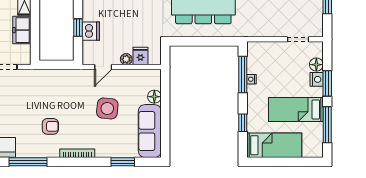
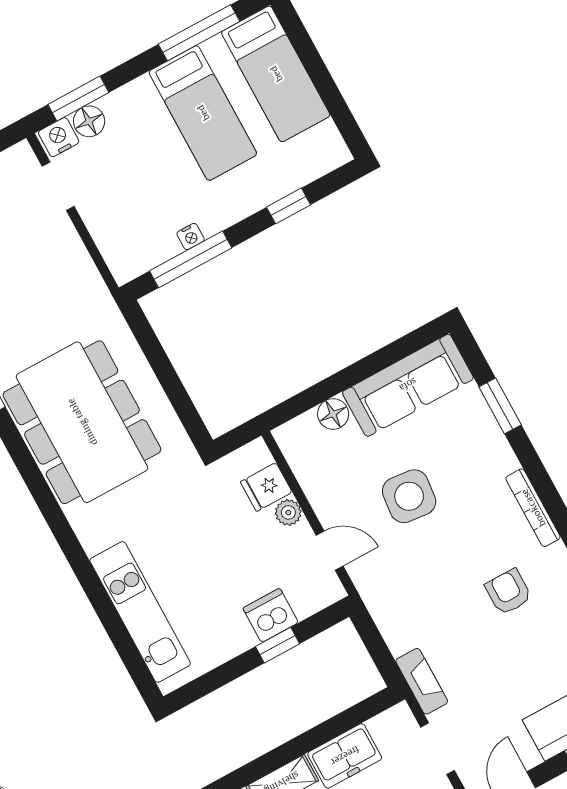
fireplace: (34, 75) -> (422, 681), added
nightstand: (317, 79) -> (59, 137), moved
window: (327, 83) -> (78, 99), moved
bed: (274, 145) -> (276, 74), moved, turned 180

